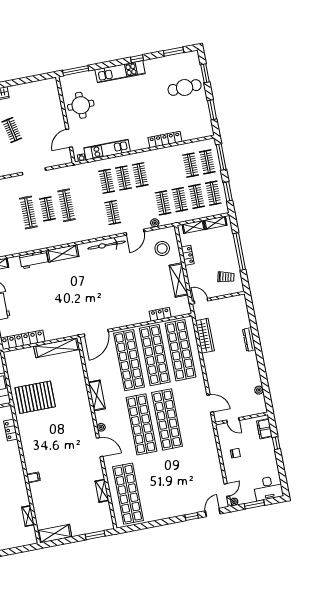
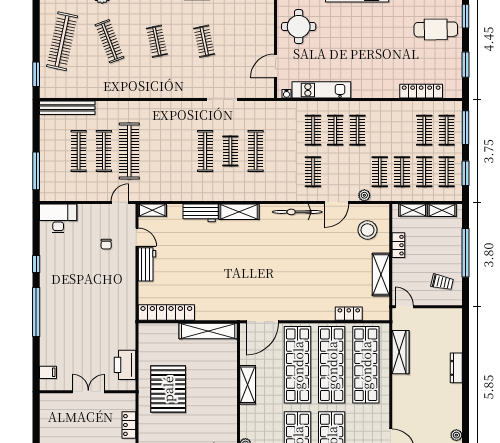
locker: (165, 140) -> (421, 91), moved
shelving: (97, 395) -> (248, 385), moved
pallet: (35, 397) -> (168, 389), turned 90

